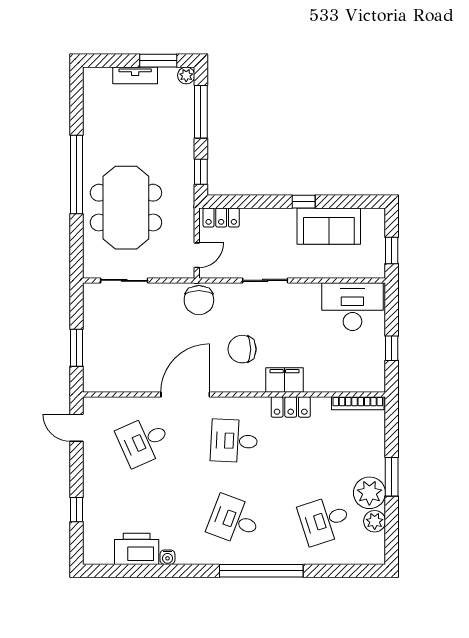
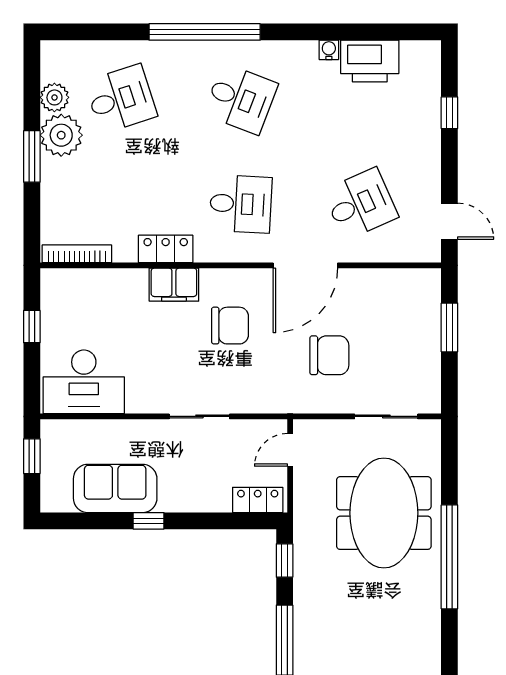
chair: (199, 300) -> (329, 355), moved, turned 90

